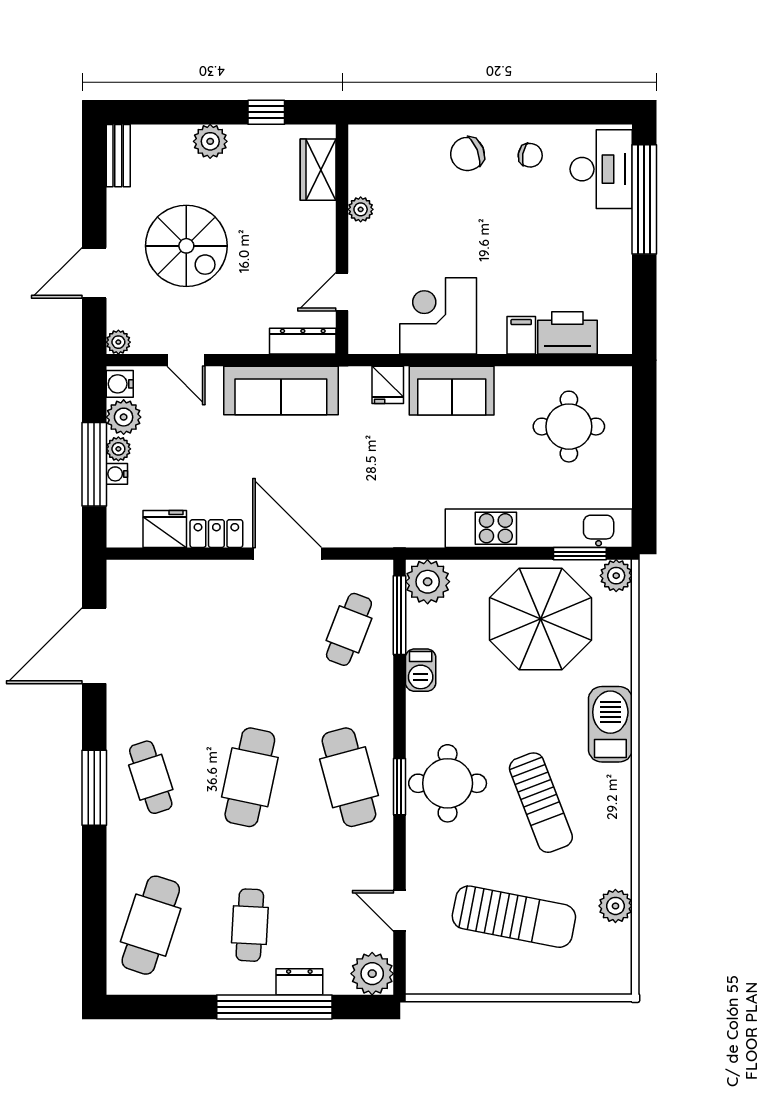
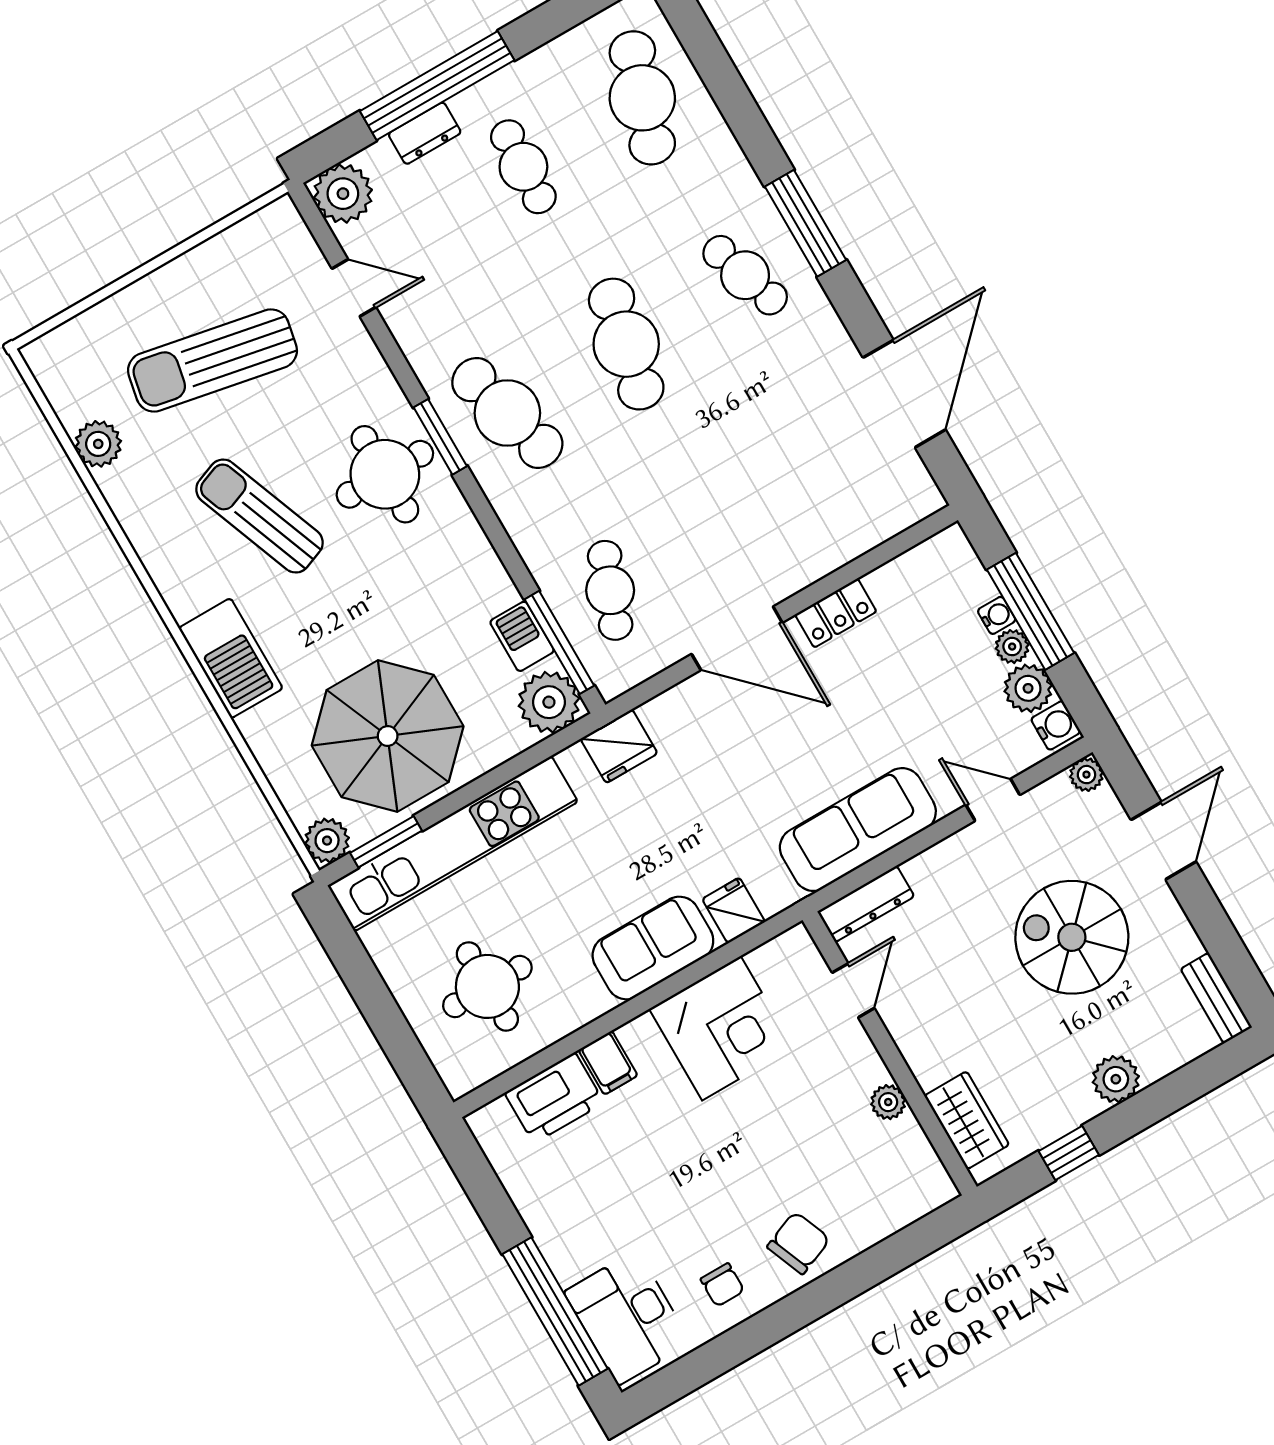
chair: (530, 155) -> (722, 1285), turned -101
fridge: (165, 529) -> (619, 746), moved
barbecue: (421, 670) -> (522, 636), moved

